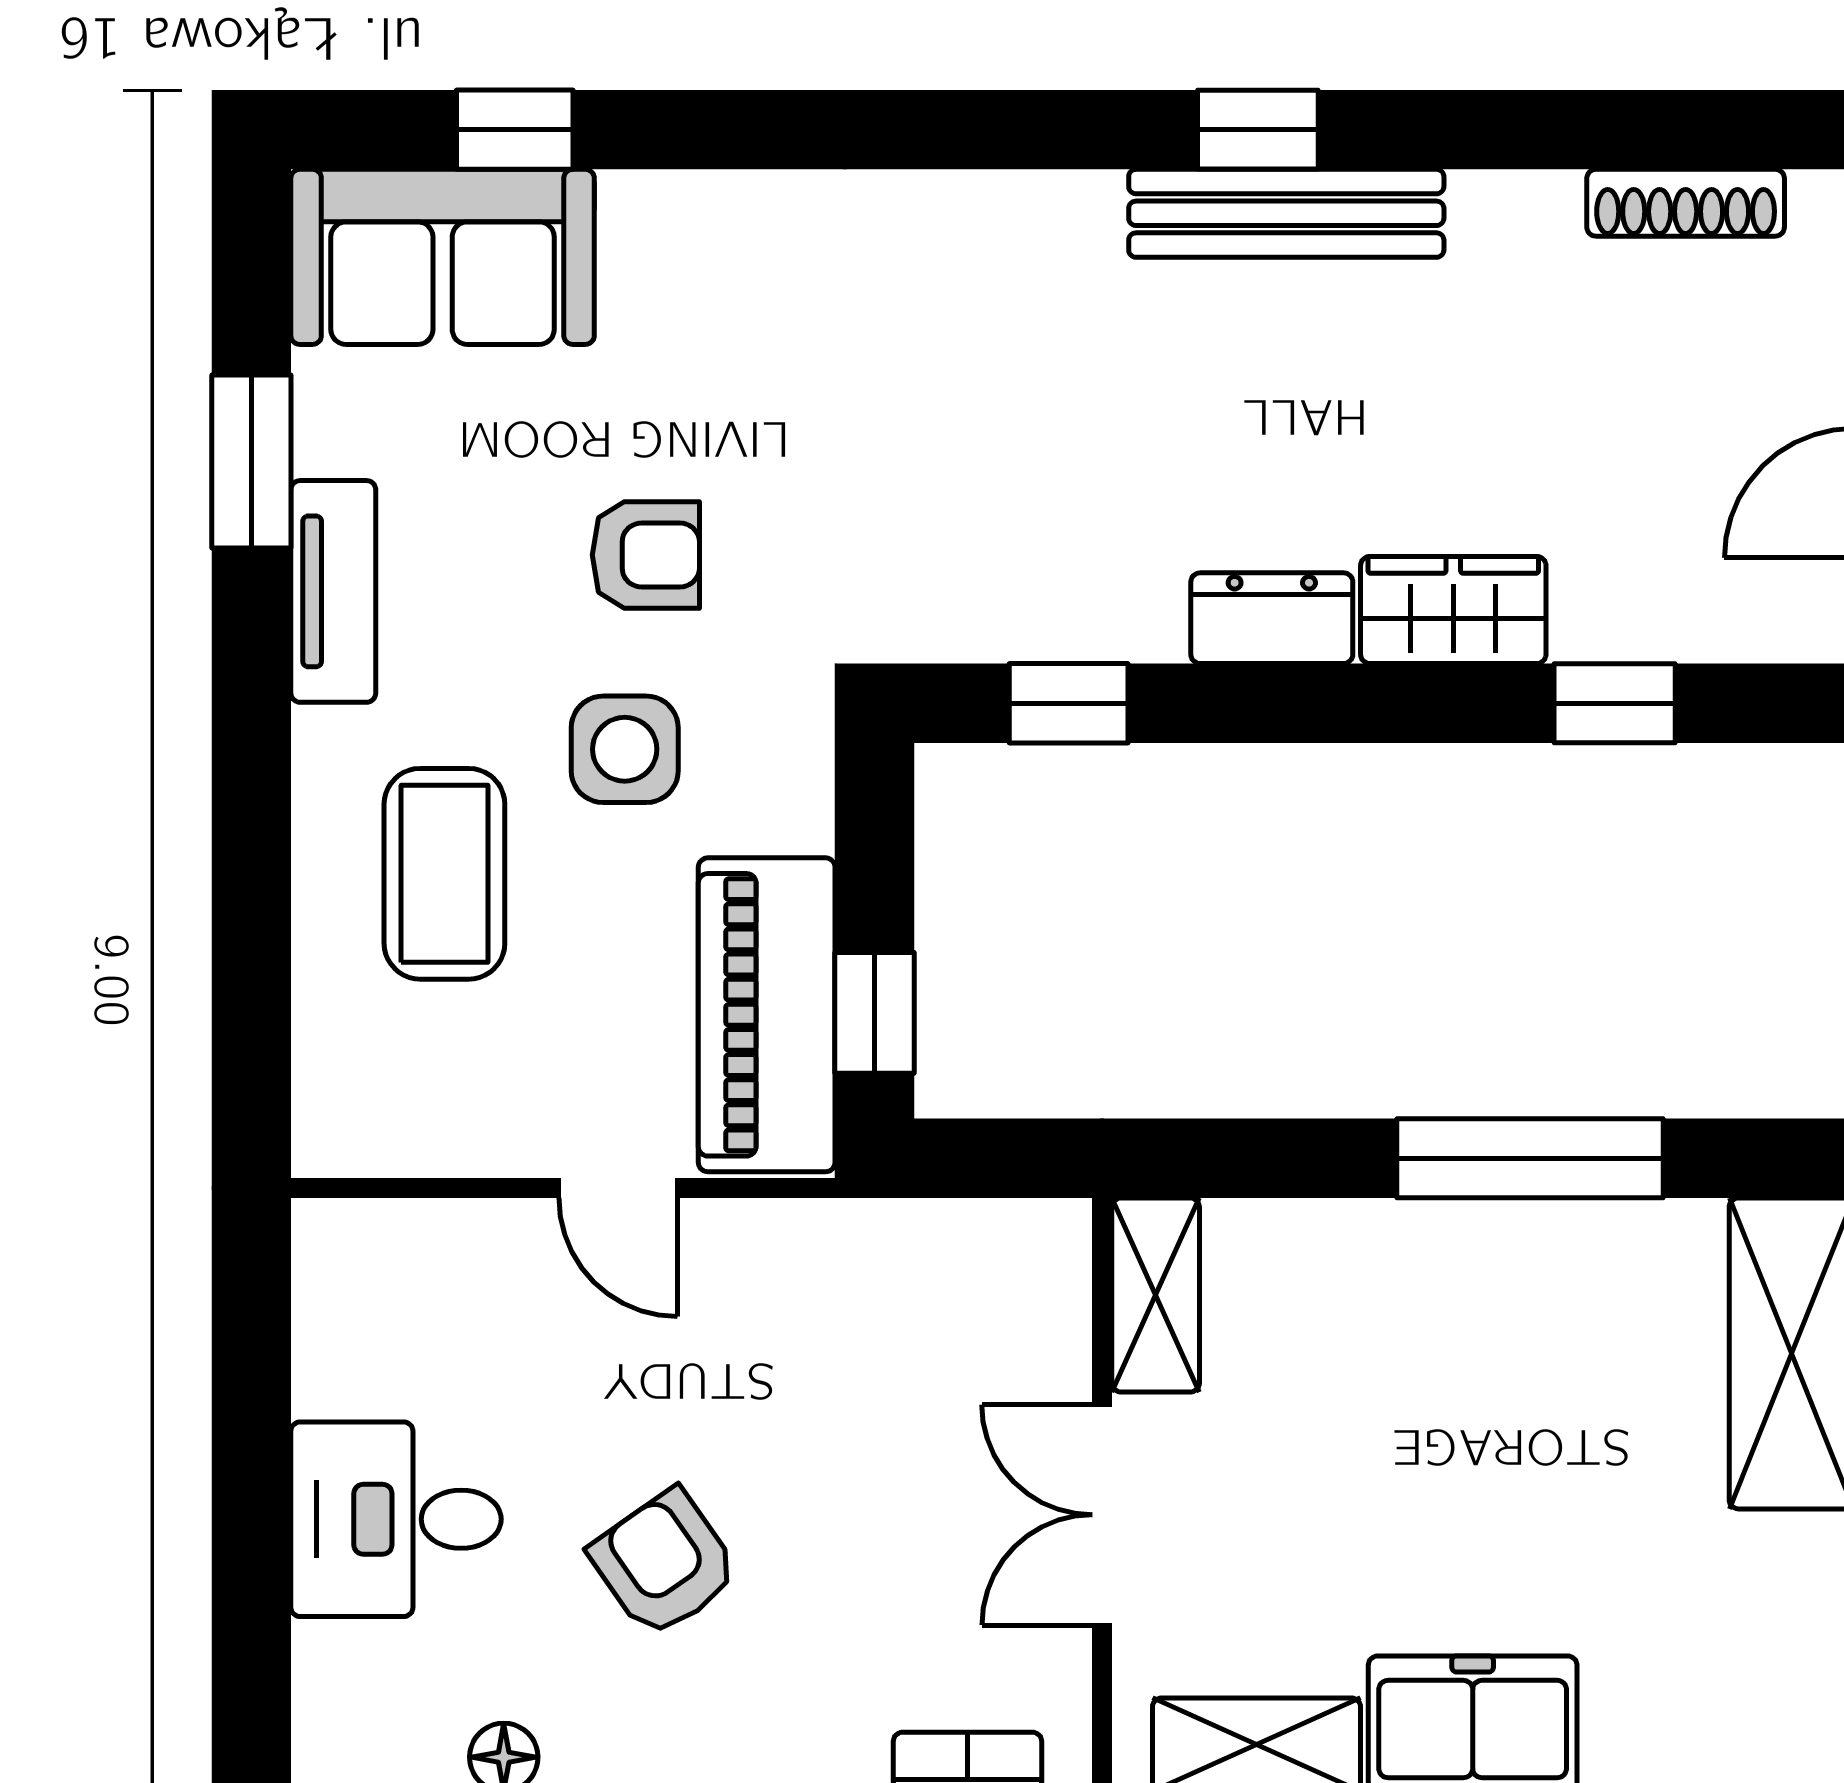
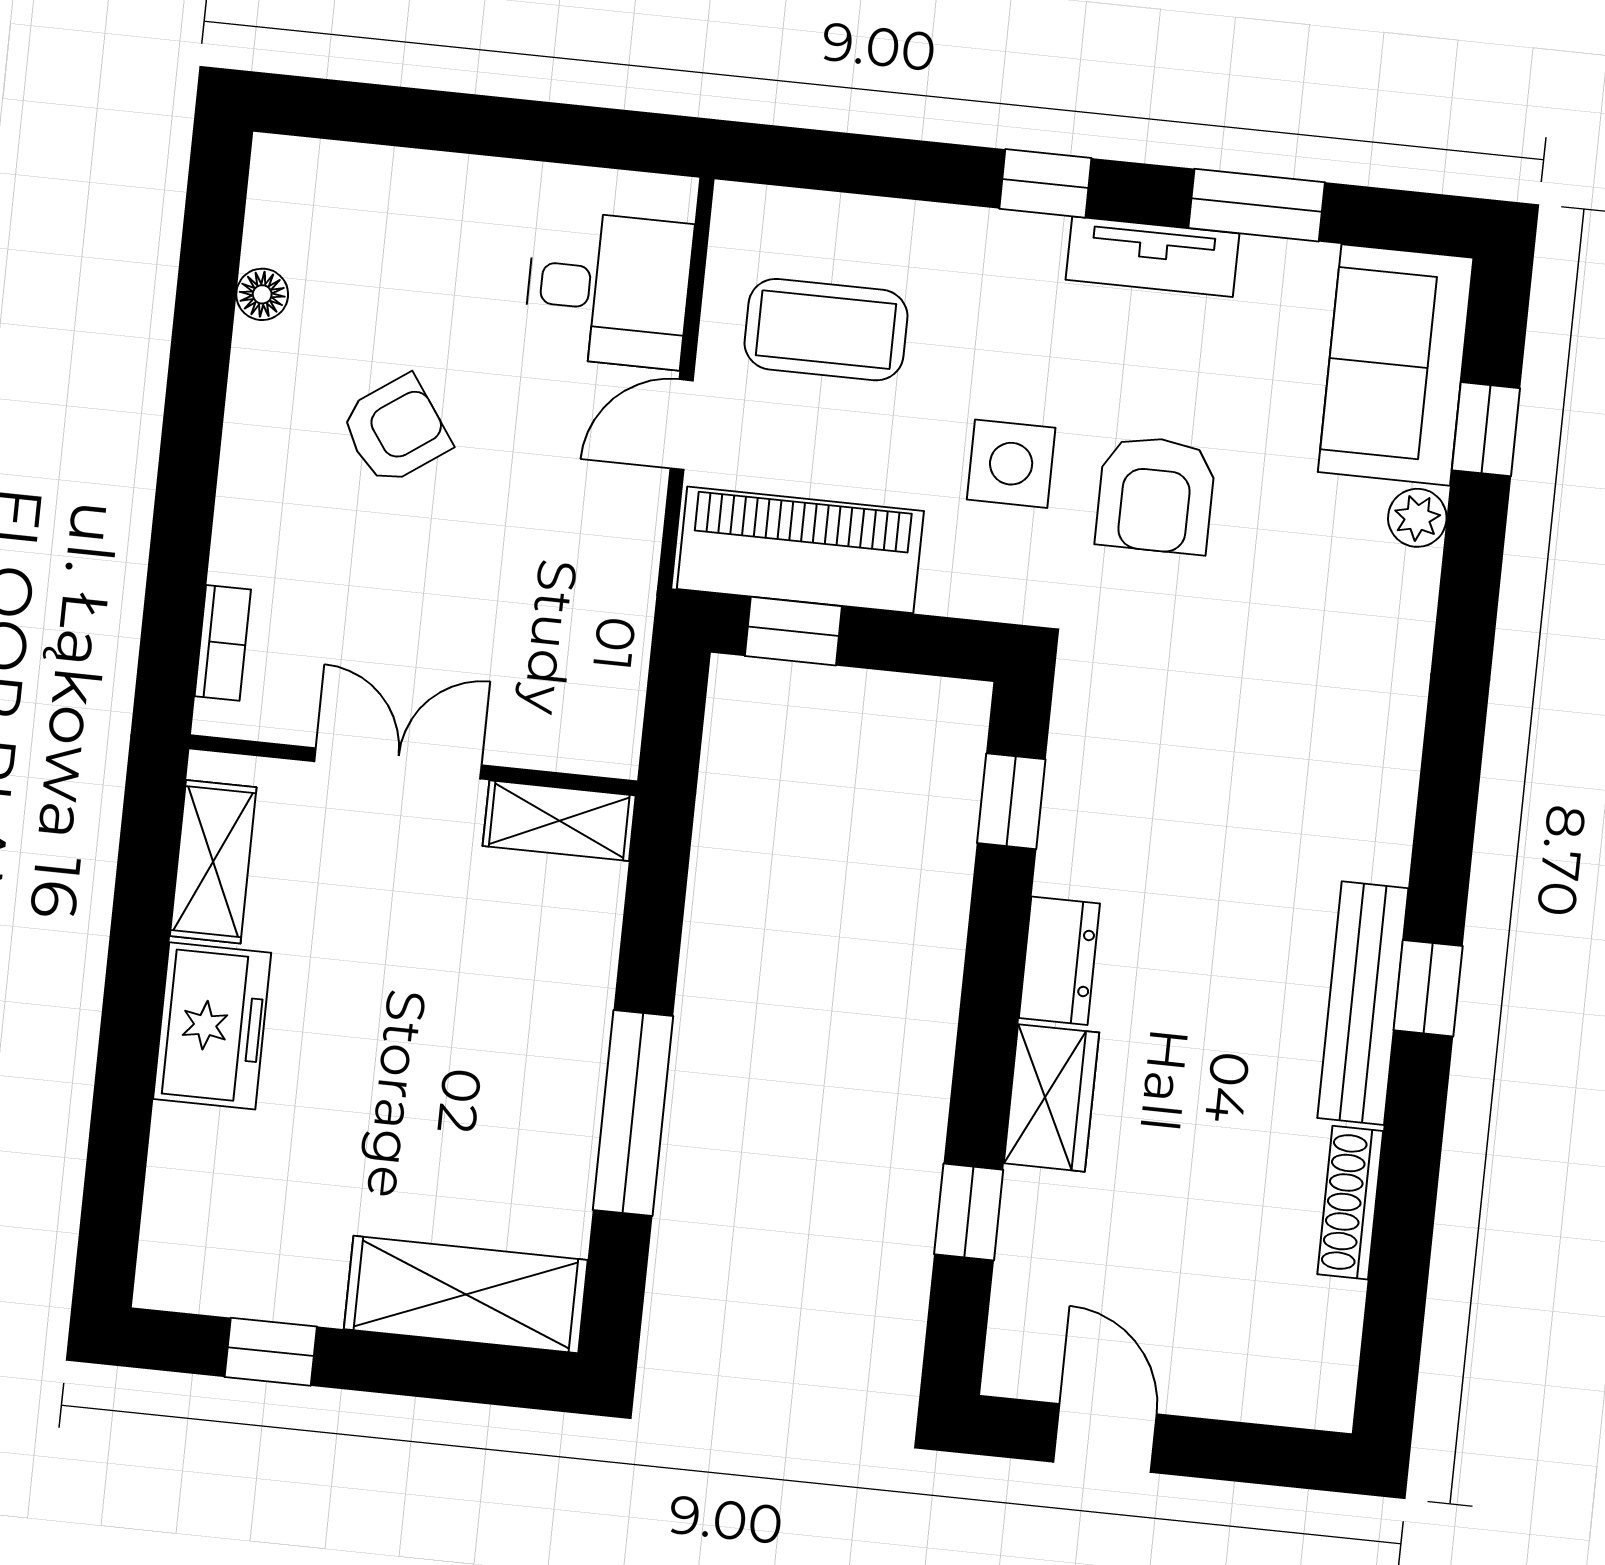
shoe rack: (1686, 203) -> (1350, 1203), moved
plant: (641, 208) -> (1417, 518), added
armchair: (646, 555) -> (1156, 495), width x1.38, depth x1.38
window: (251, 742) -> (1045, 183), added
coffee table: (444, 874) -> (826, 330), moved
desk: (396, 1519) -> (608, 289), moved, turned 90

